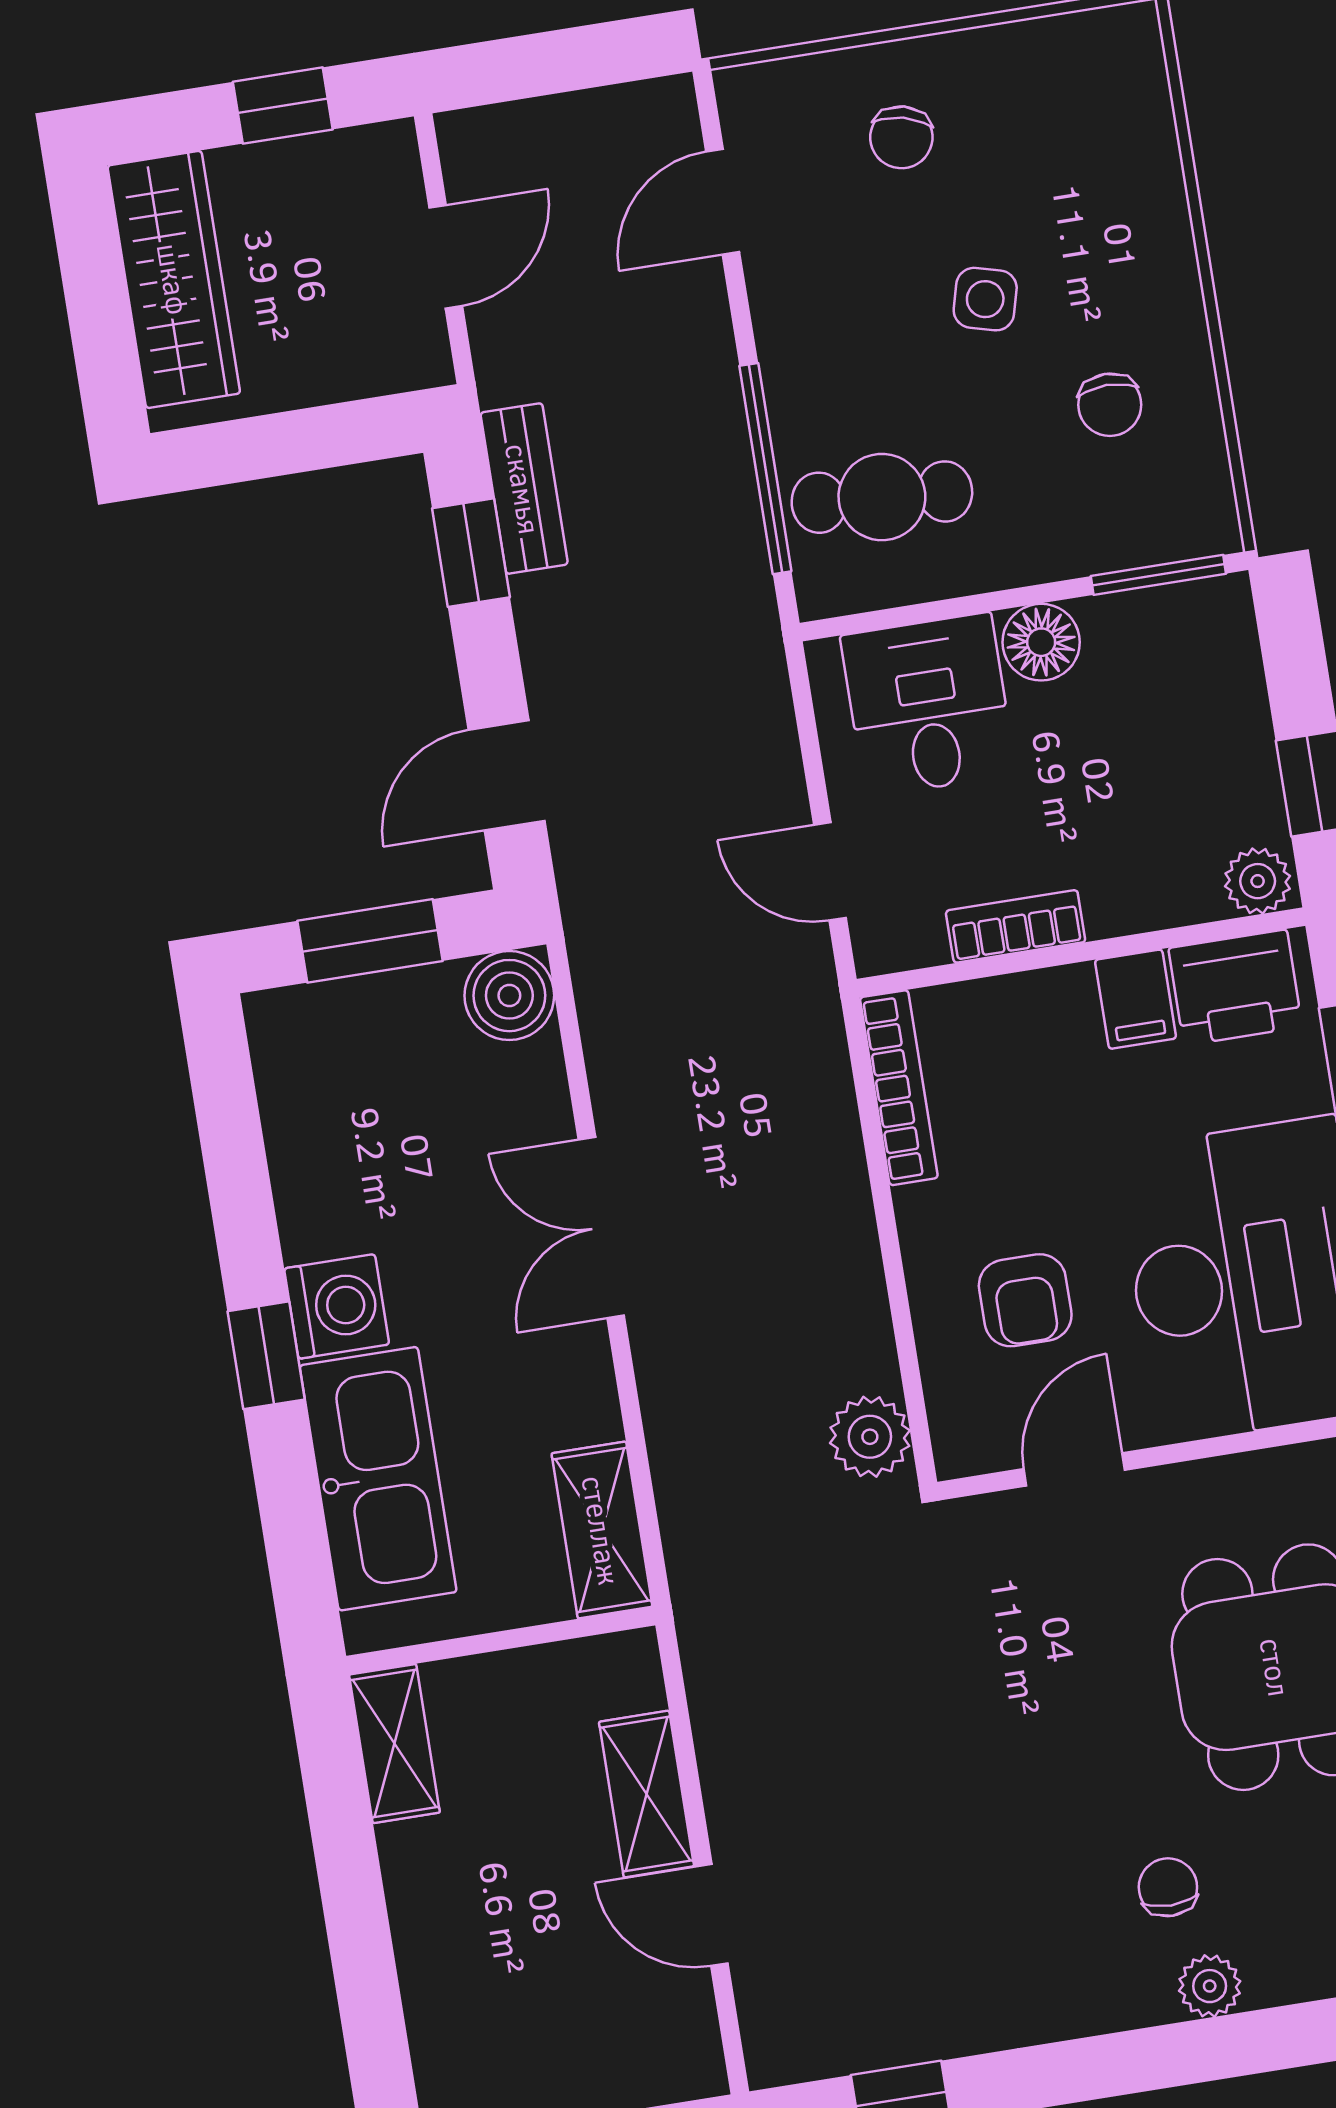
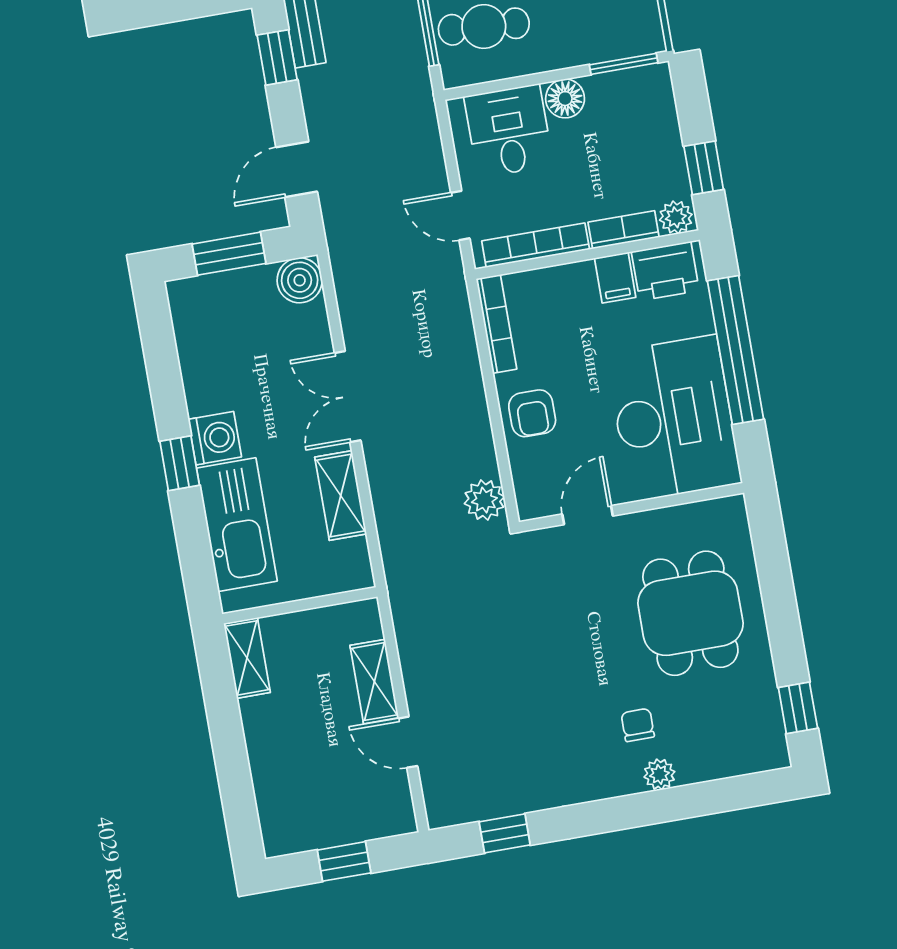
bookcase: (1154, 904) -> (624, 230), added
bookcase: (1016, 926) -> (536, 245), width x1.56
armchair: (1025, 1300) -> (532, 413), moved
shelving: (602, 1530) -> (341, 496), moved

